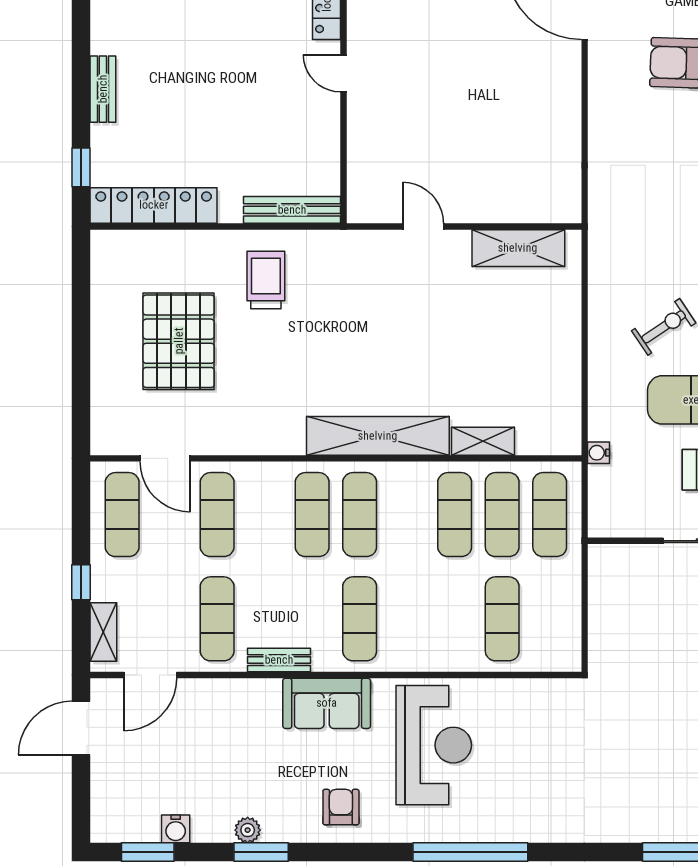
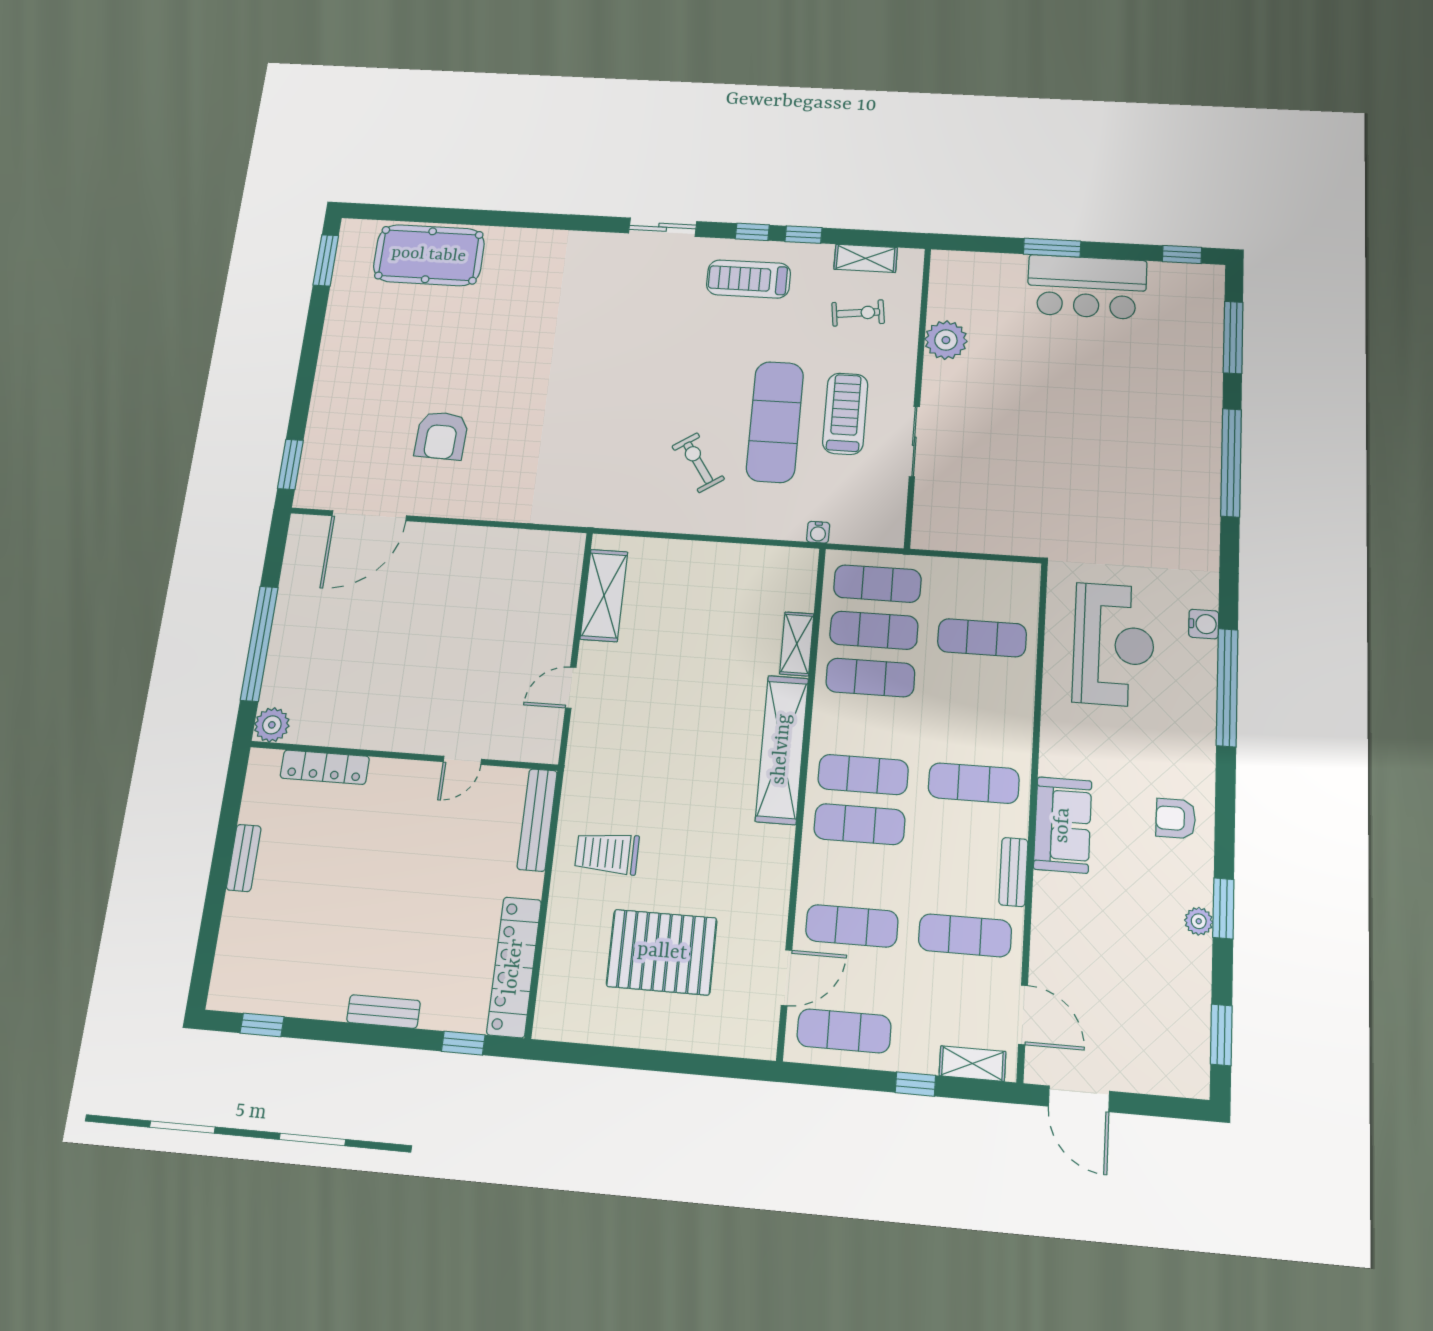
door: (344, 73) -> (462, 760), moved
reception desk: (434, 745) -> (1114, 645), moved, turned 90
water cooler: (176, 829) -> (1204, 624), moved

